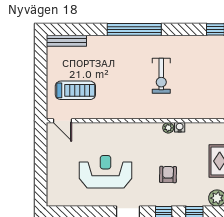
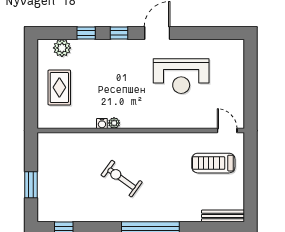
exercise bike: (161, 76) -> (122, 179), turned -54
armchair: (168, 174) -> (114, 73), removed

